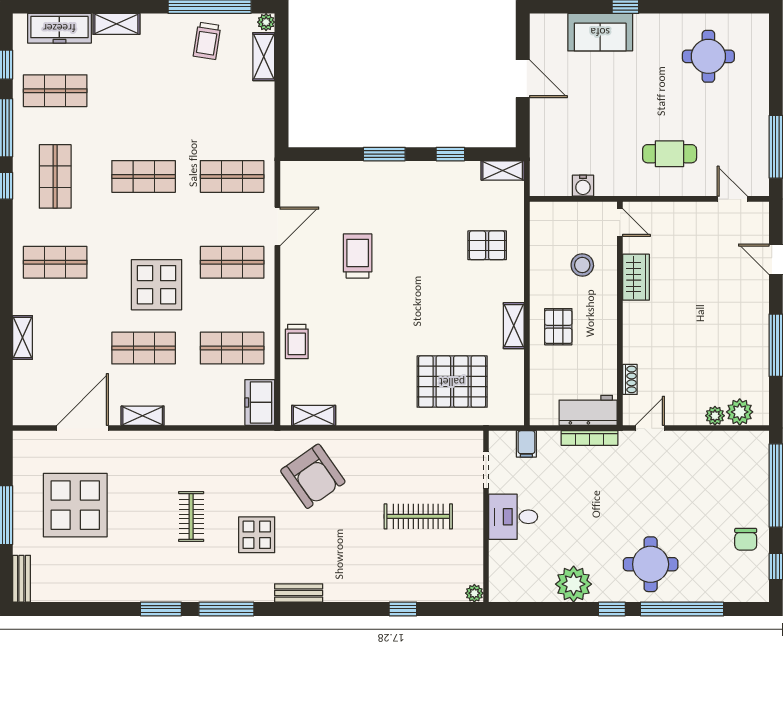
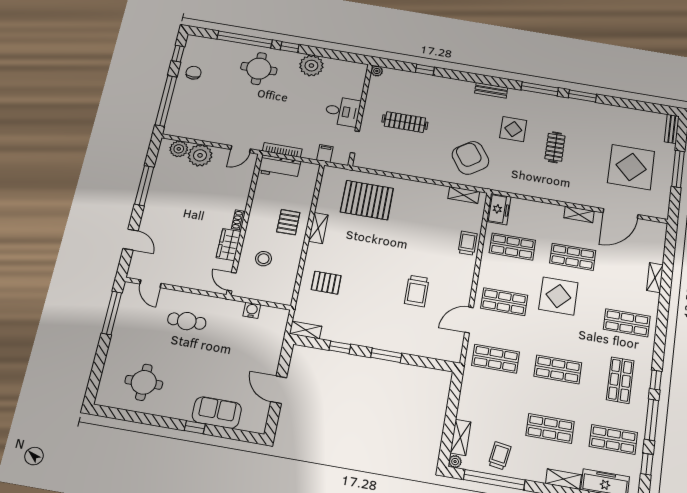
shop shelf: (144, 91) -> (550, 428), added
shoe rack: (630, 379) -> (238, 220), moved
plant: (715, 416) -> (200, 155), width x1.87, depth x1.87

